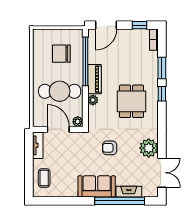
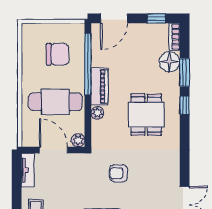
chair: (61, 54) -> (58, 54), turned 180
floor lamp: (150, 60) -> (170, 62), added
plant: (149, 148) -> (168, 174), removed

